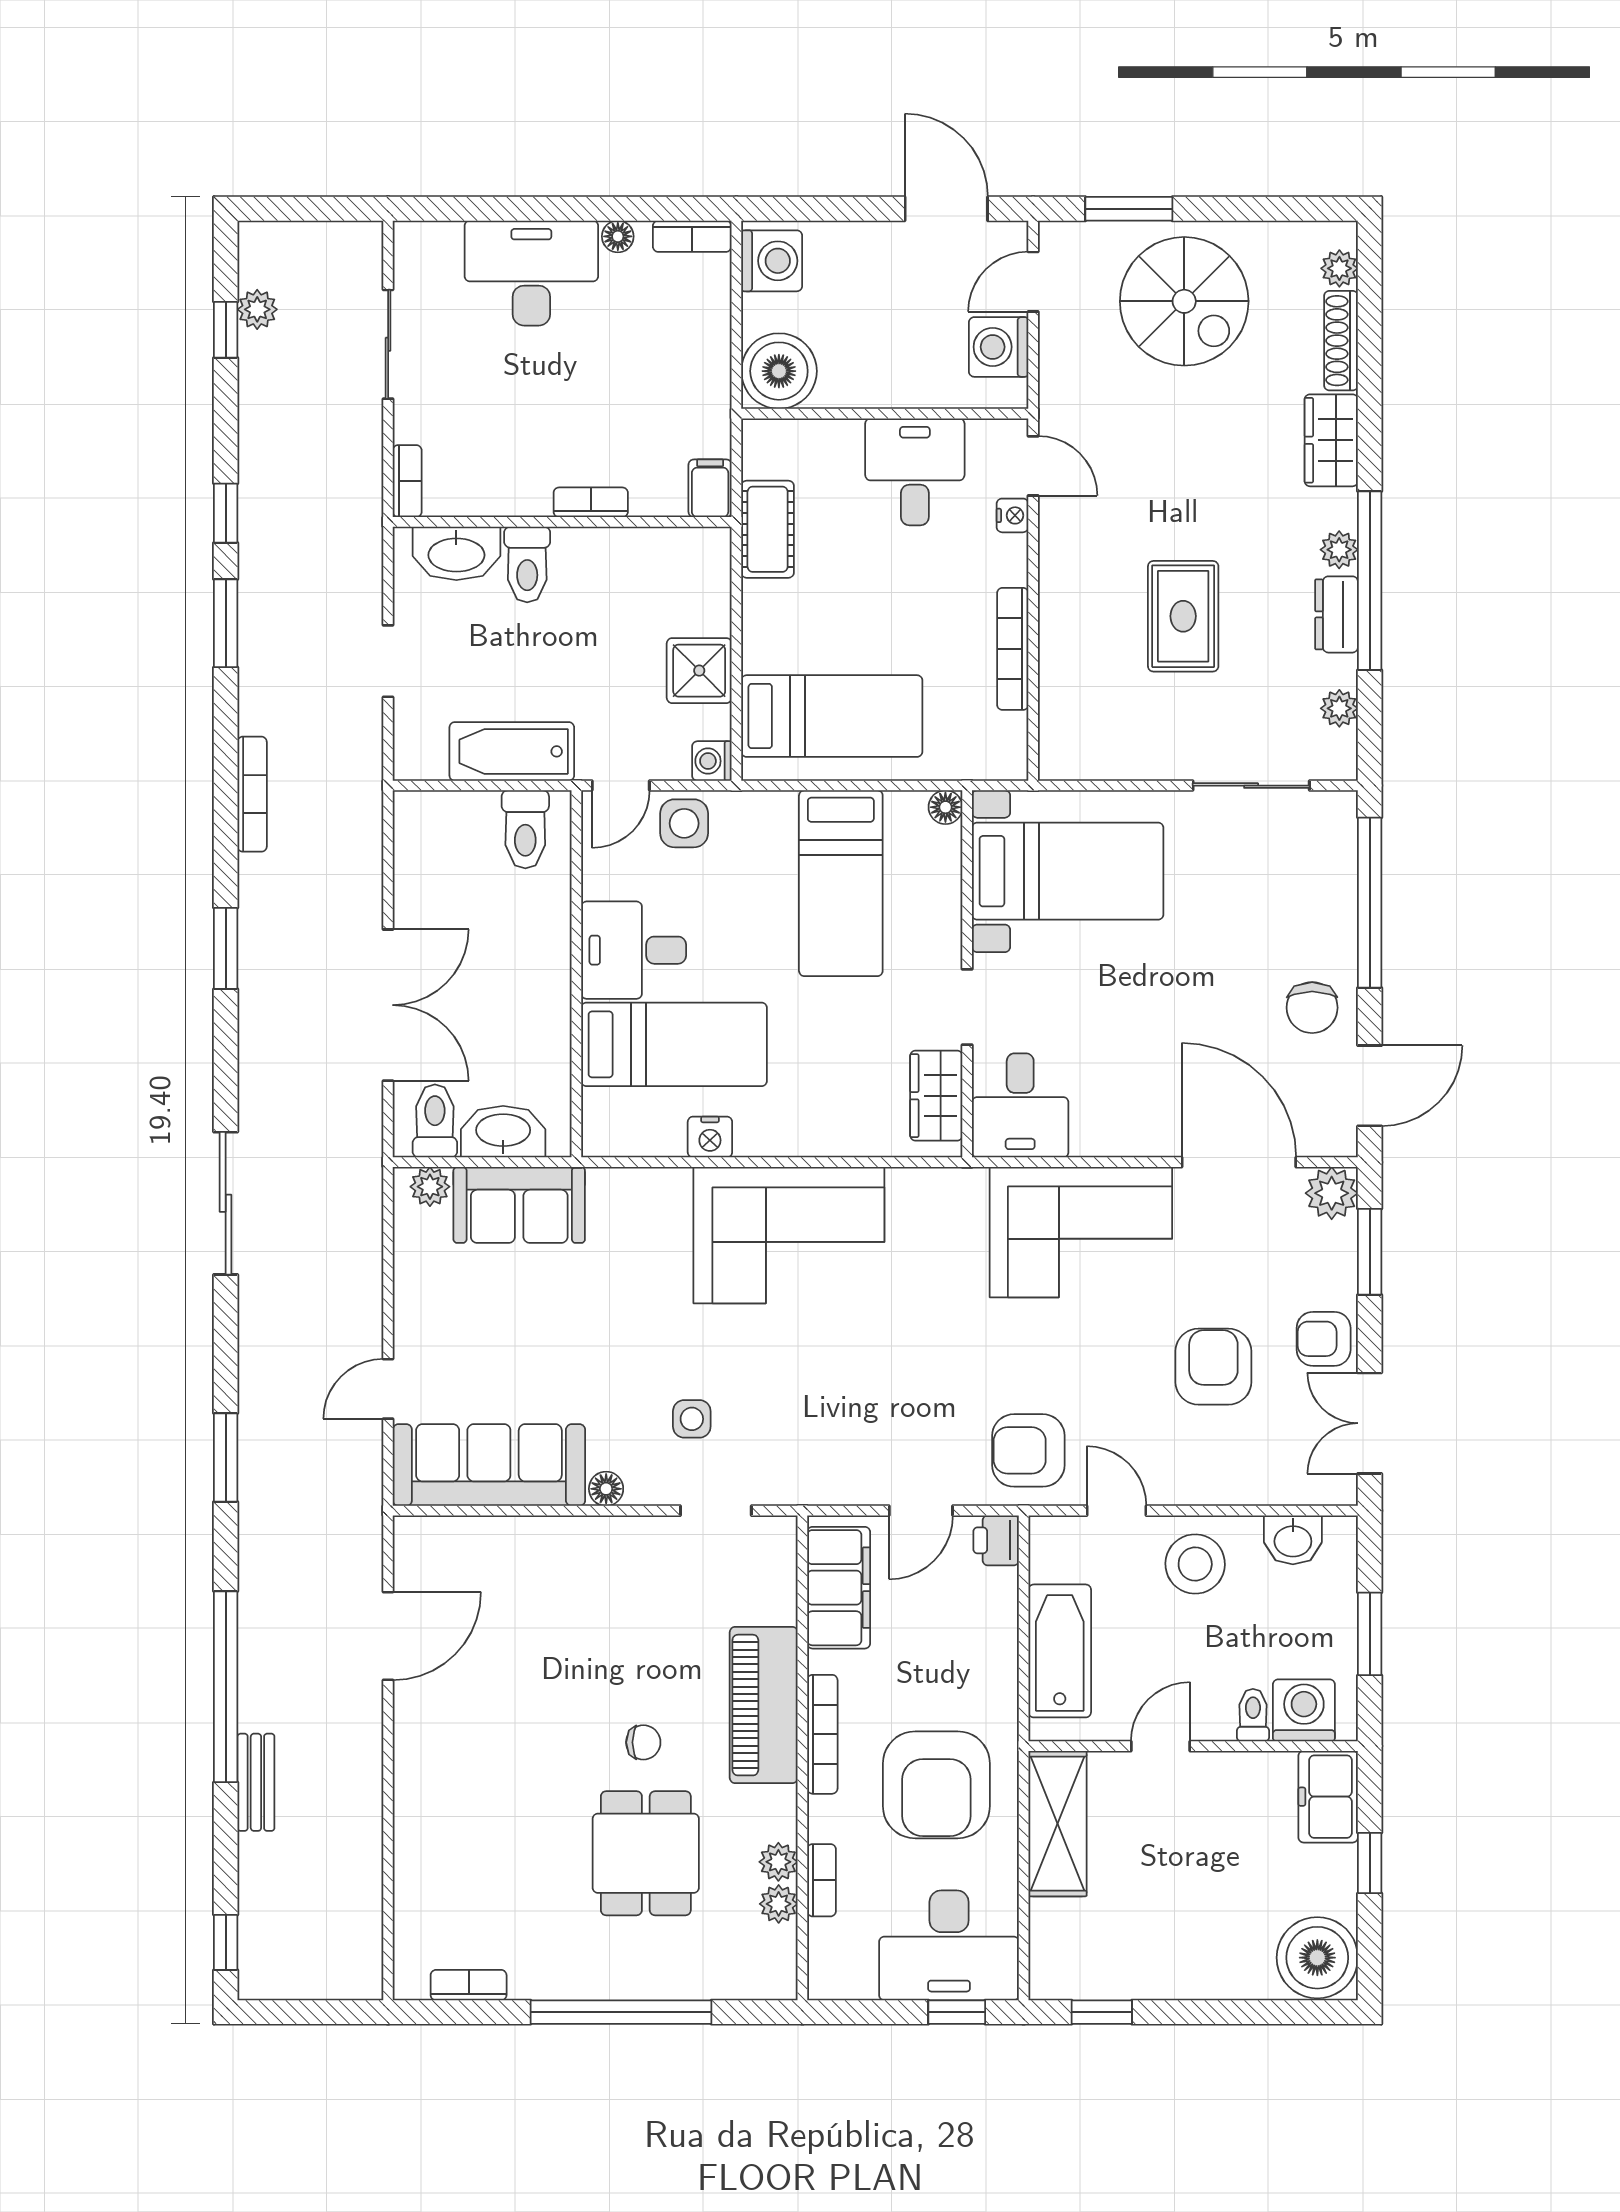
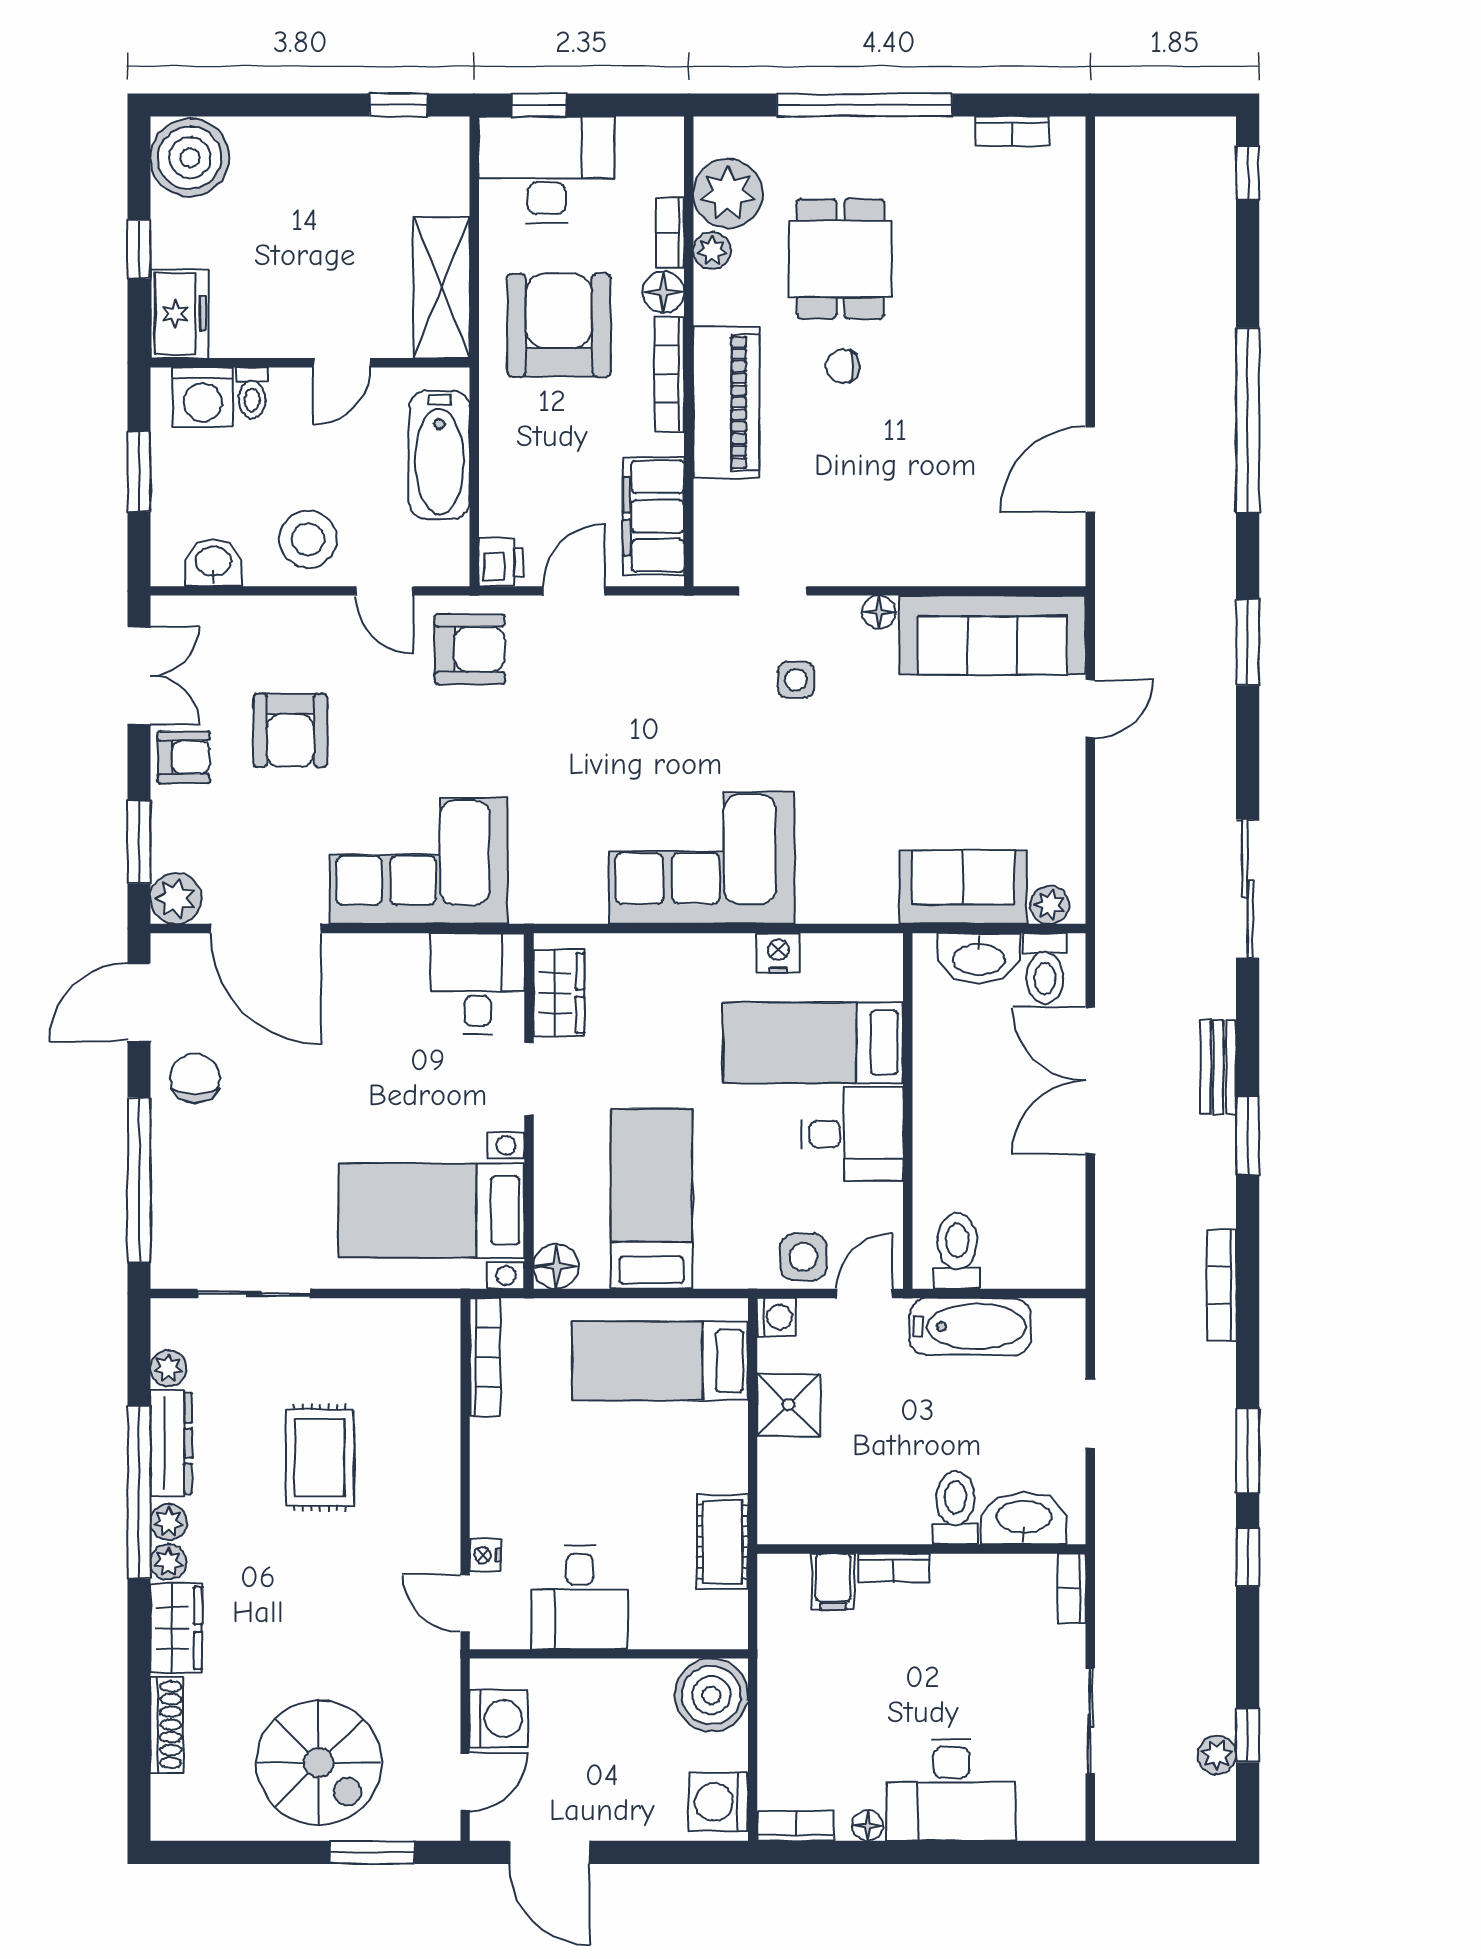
plant: (1339, 268) -> (168, 1562), moved
spiral stairs: (1184, 301) -> (319, 1763), turned 180
filing cabinet: (710, 488) -> (833, 1582), moved
dresser: (1337, 614) -> (171, 1443), width x1.44
bookcase: (1013, 649) -> (485, 1357), moved
floor lamp: (945, 807) -> (556, 1266), width x1.37, depth x1.37
bench: (256, 1782) -> (1218, 1067), moved
floor lamp: (829, 1819) -> (663, 292), added
plant: (779, 1904) -> (728, 194), width x1.87, depth x1.87

